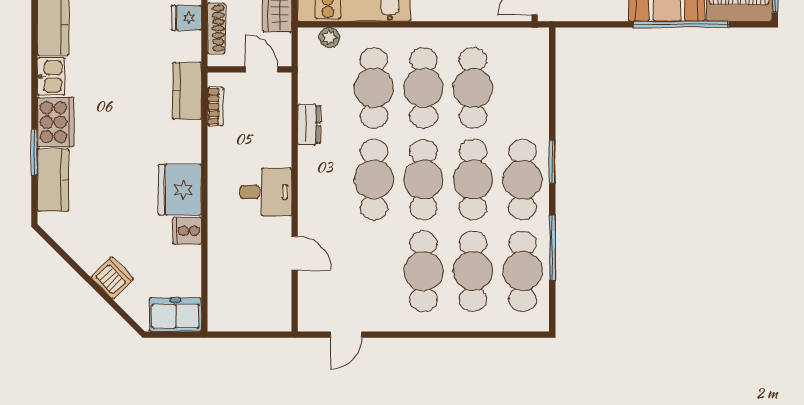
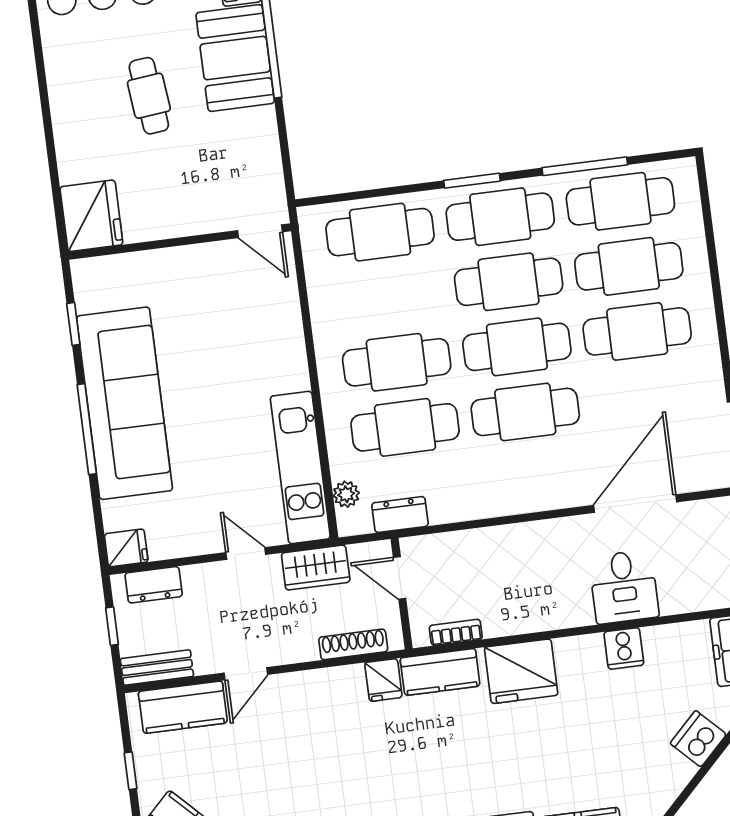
fridge: (187, 18) -> (383, 680), moved
door: (262, 69) -> (400, 578), hinge flipped
cafe table: (473, 88) -> (380, 232), moved
dresser: (309, 124) -> (400, 515), moved
fridge: (180, 190) -> (521, 671), moved
desk: (266, 192) -> (624, 587), moved, turned 180
door: (295, 253) -> (635, 504), width x1.87

